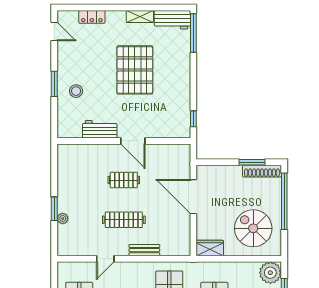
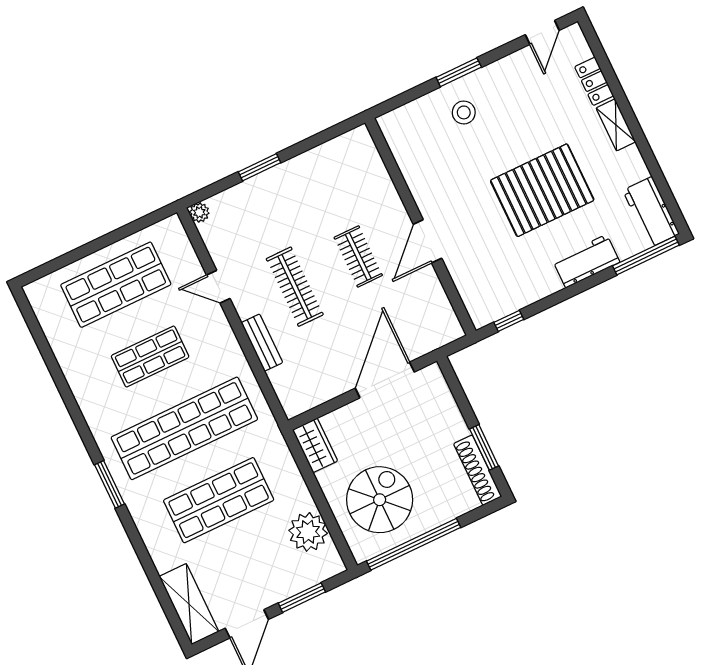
shelving: (140, 16) -> (616, 125), moved
workbench: (100, 129) -> (586, 261), moved, turned -90
window: (284, 201) -> (414, 544), moved
plant: (63, 219) -> (199, 212), moved
plant: (270, 273) -> (308, 532), moved

